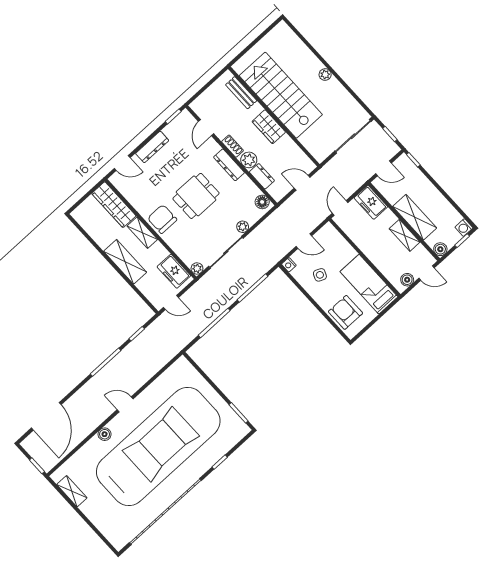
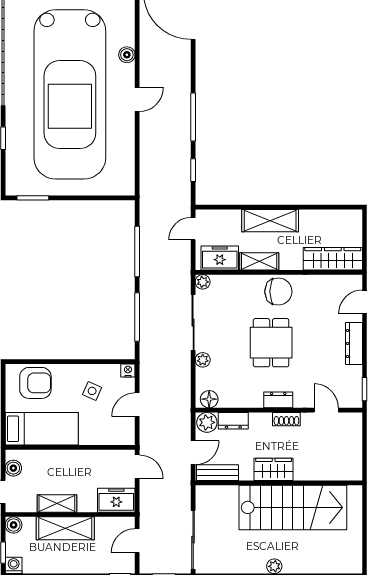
bench: (241, 93) -> (217, 473), moved
plant: (249, 160) -> (207, 422), moved
dresser: (229, 165) -> (278, 400), width x0.70
shelving: (142, 233) -> (259, 261), moved

